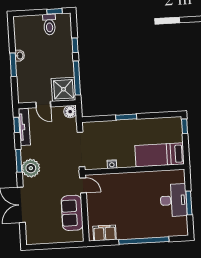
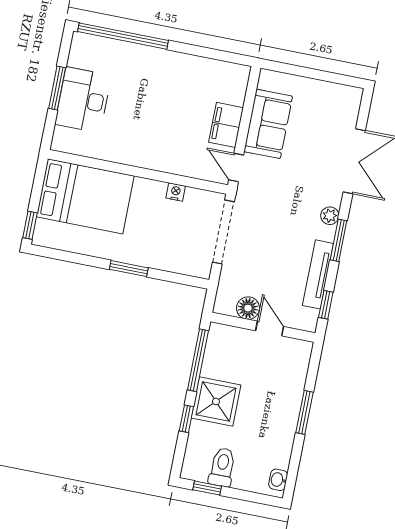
washbasin: (20, 56) -> (278, 480), moved
shower: (63, 89) -> (216, 401), moved
floor lamp: (70, 112) -> (248, 308), moved
tv unit: (24, 127) -> (318, 274), moved
bed: (160, 155) -> (85, 196), width x1.50
plant: (31, 168) -> (330, 216), width x0.53, depth x0.53
filing cabinet: (105, 233) -> (226, 125), moved, turned 90
window: (144, 241) -> (123, 36), moved

